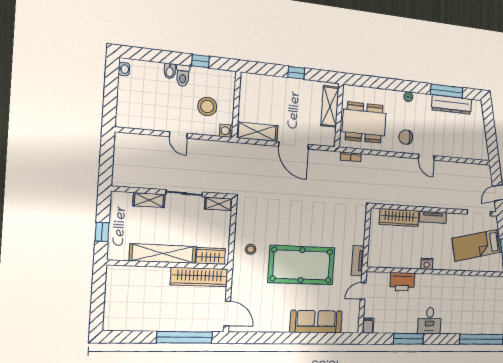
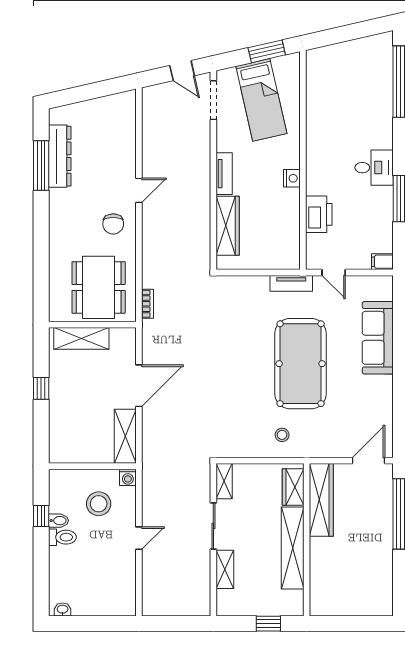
bidet: (170, 71) -> (58, 521), moved
plant: (408, 97) -> (56, 224), removed

